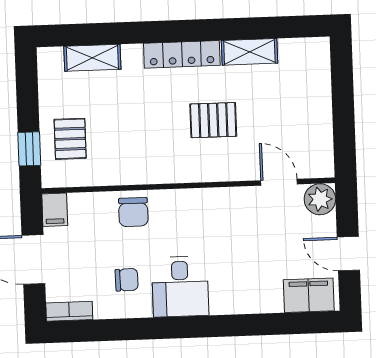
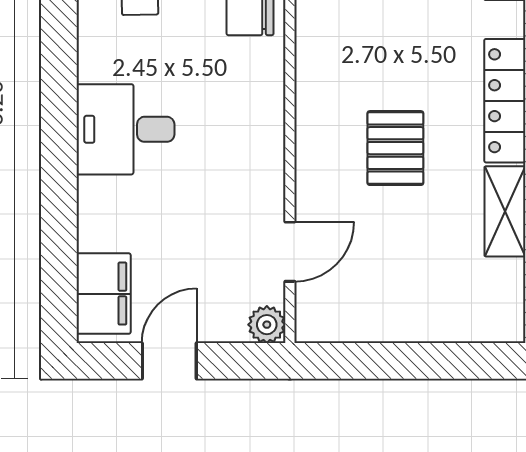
plant: (320, 199) -> (267, 325), width x0.73, depth x0.73
desk: (180, 287) -> (125, 129), moved

